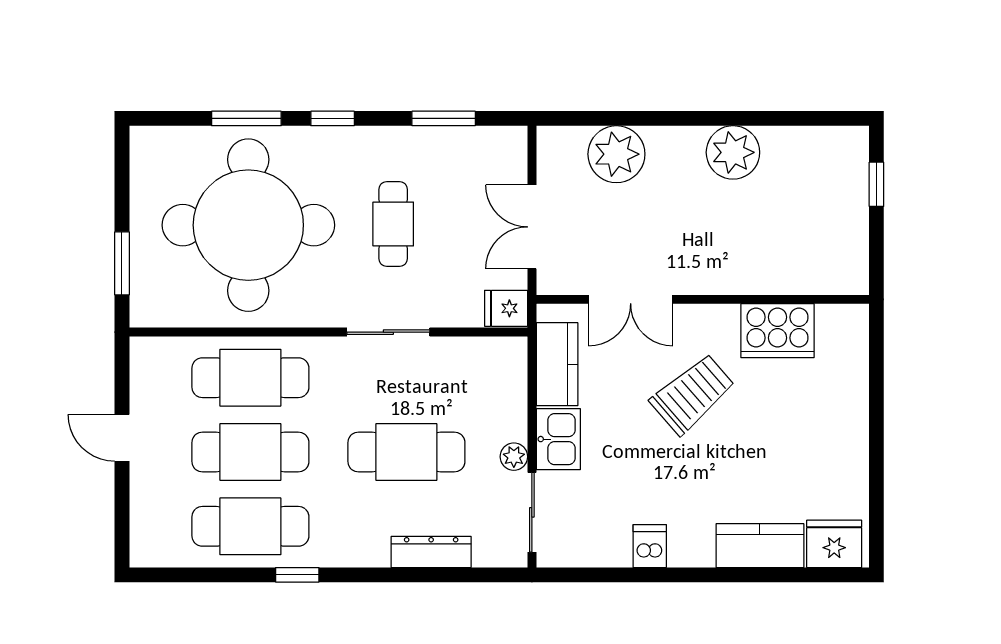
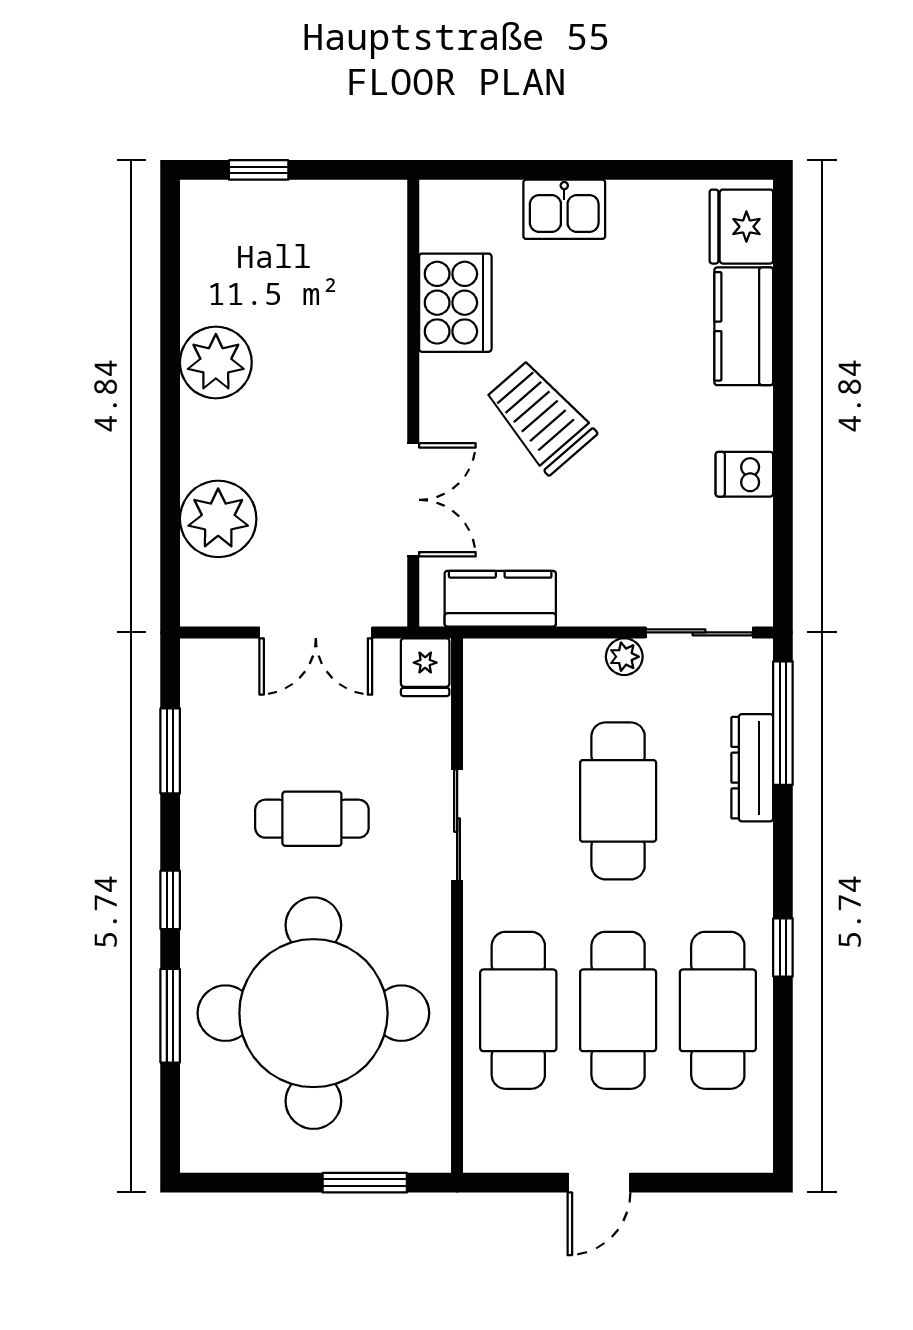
kitchen sink: (558, 439) -> (564, 209), moved, turned 180
window: (464, 575) -> (783, 723), added

